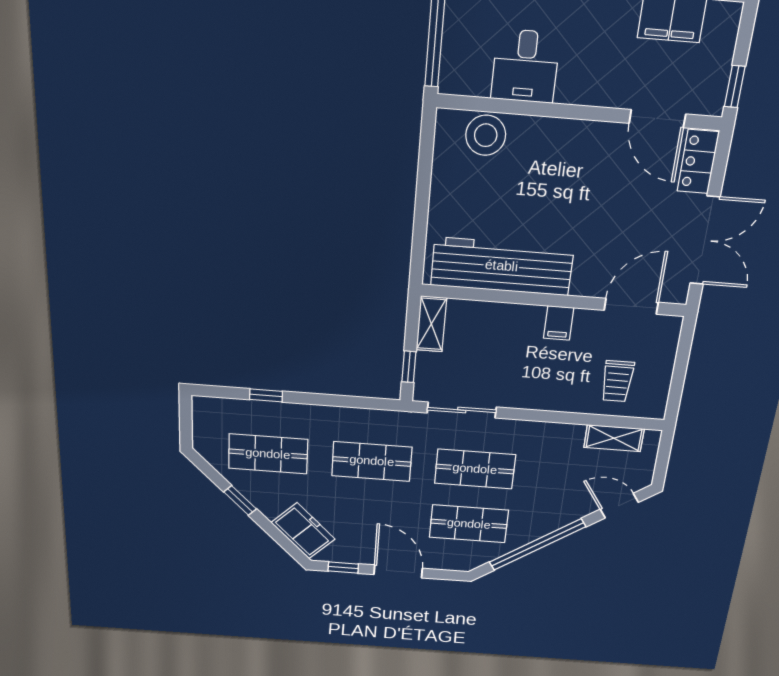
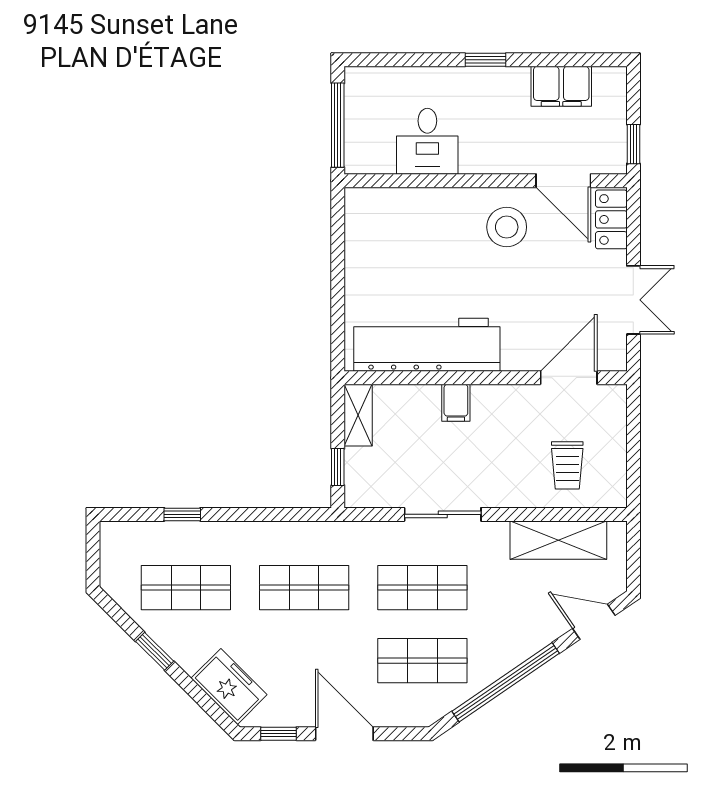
stool: (486, 135) -> (507, 227), moved
double door: (705, 241) -> (633, 300), width x0.73
filing cabinet: (559, 323) -> (456, 403), moved
sliding door: (462, 410) -> (443, 514), moved
shelving: (614, 438) -> (558, 540), width x1.50, depth x1.33

